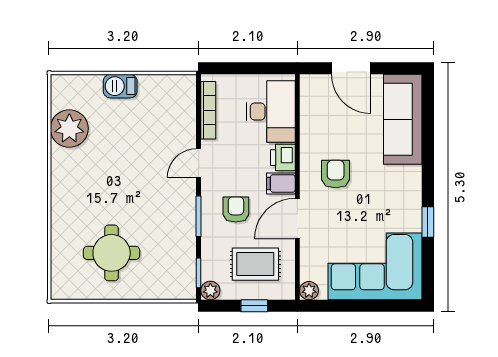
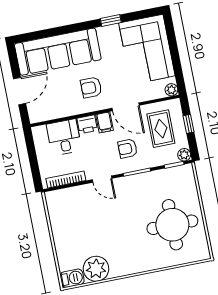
barbecue: (120, 86) -> (72, 278), moved, turned -90
desk: (271, 111) -> (64, 137), width x0.73
sofa: (403, 119) -> (58, 52), width x1.36, depth x1.27
round table: (112, 253) -> (172, 225), width x1.36, depth x1.36

